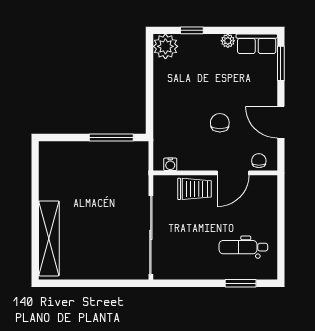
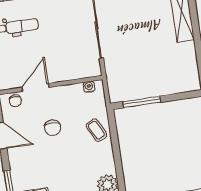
coffee table: (169, 112) -> (96, 130), added
trolley: (194, 189) -> (66, 69), removed

